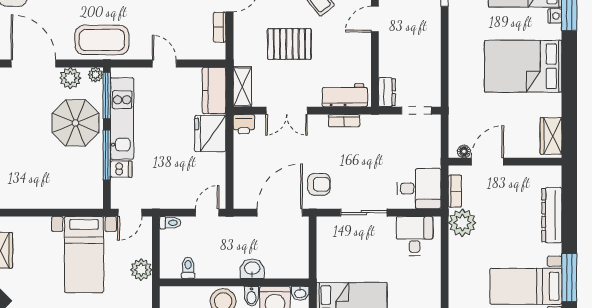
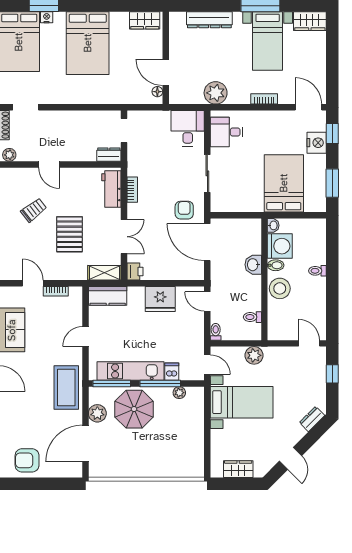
plant: (96, 75) -> (179, 393), moved
fridge: (210, 134) -> (160, 299), moved
bookcase: (455, 191) -> (264, 99), moved

